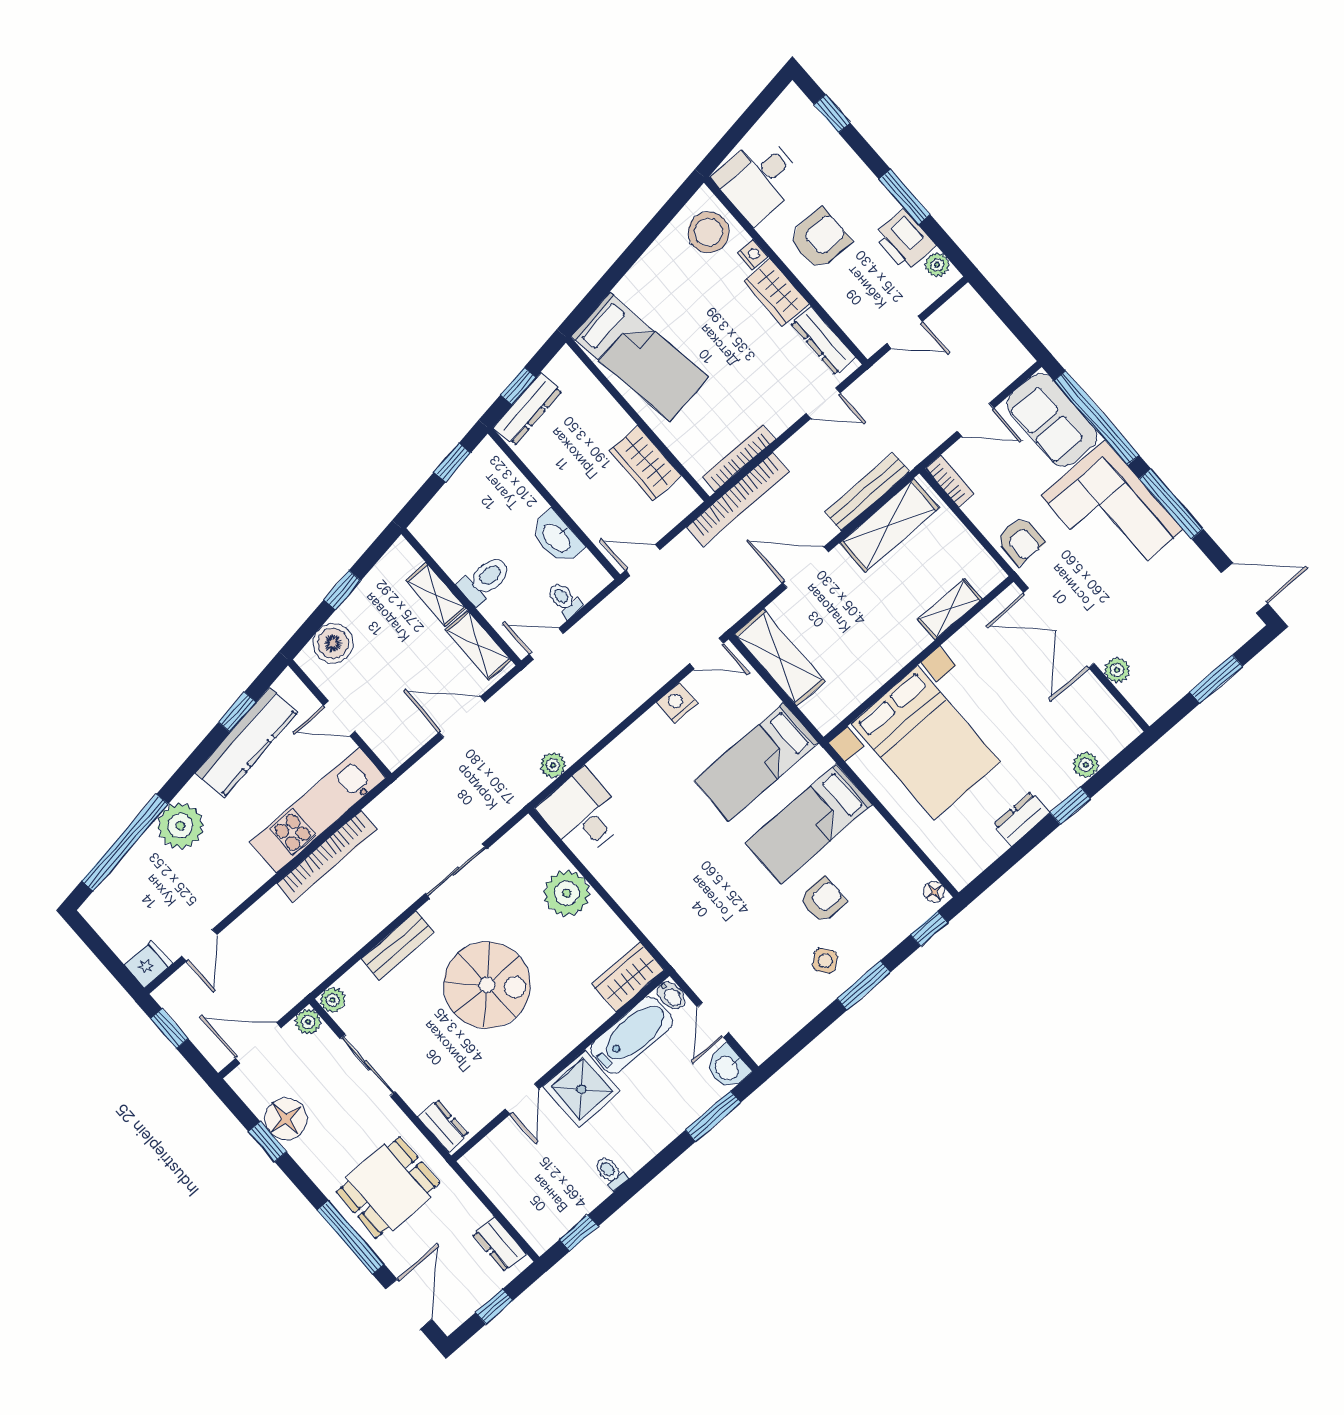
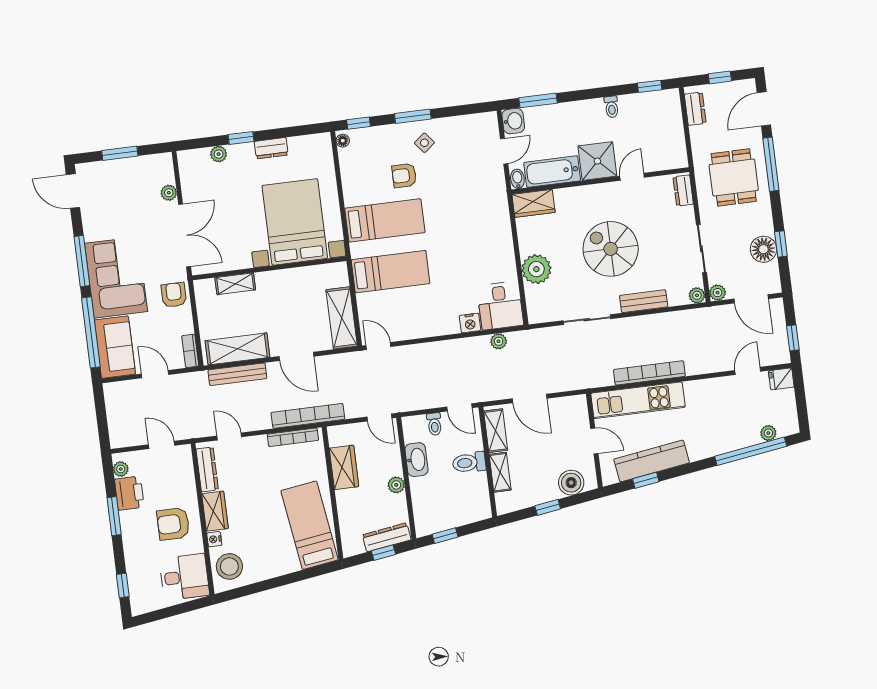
plant: (561, 486) -> (396, 485), added
nightstand: (677, 703) -> (470, 323), moved
plant: (180, 826) -> (768, 433), moved, width x0.53, depth x0.53
dining table: (388, 1187) -> (734, 177), turned 90

